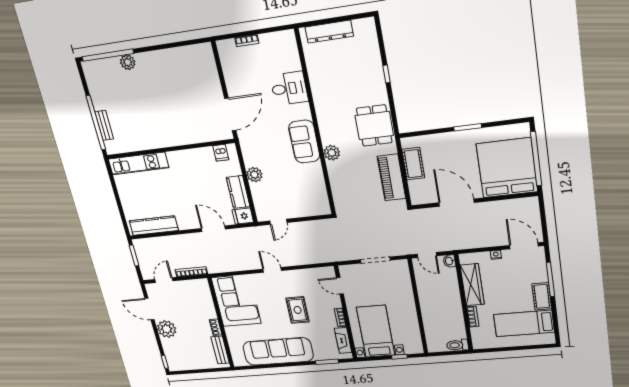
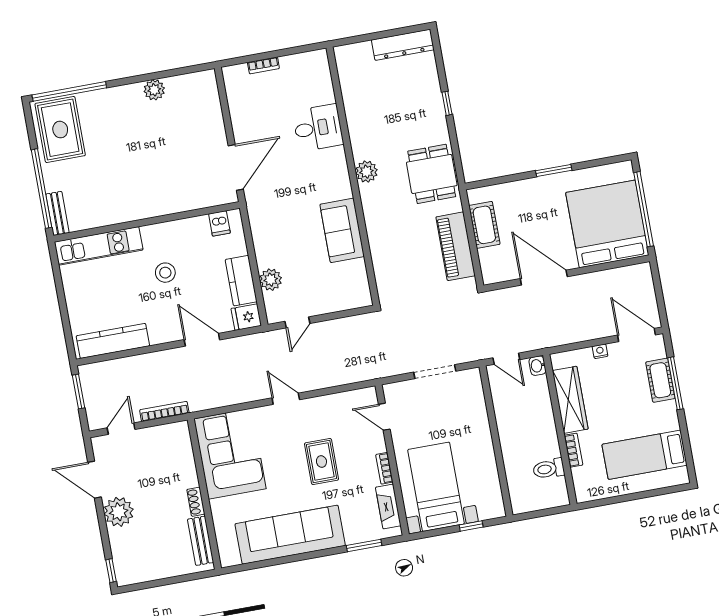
dresser: (329, 32) -> (403, 45), moved
plant: (128, 62) -> (154, 90), moved
rug: (104, 82) -> (60, 130), added
bench: (104, 125) -> (57, 213), moved
sofa: (304, 142) -> (342, 230), moved
plant: (332, 153) -> (366, 172), moved
plant: (254, 175) -> (271, 280), moved
stool: (185, 184) -> (165, 273), added
cot: (542, 296) -> (660, 380), moved
toilet: (457, 345) -> (549, 469), moved

